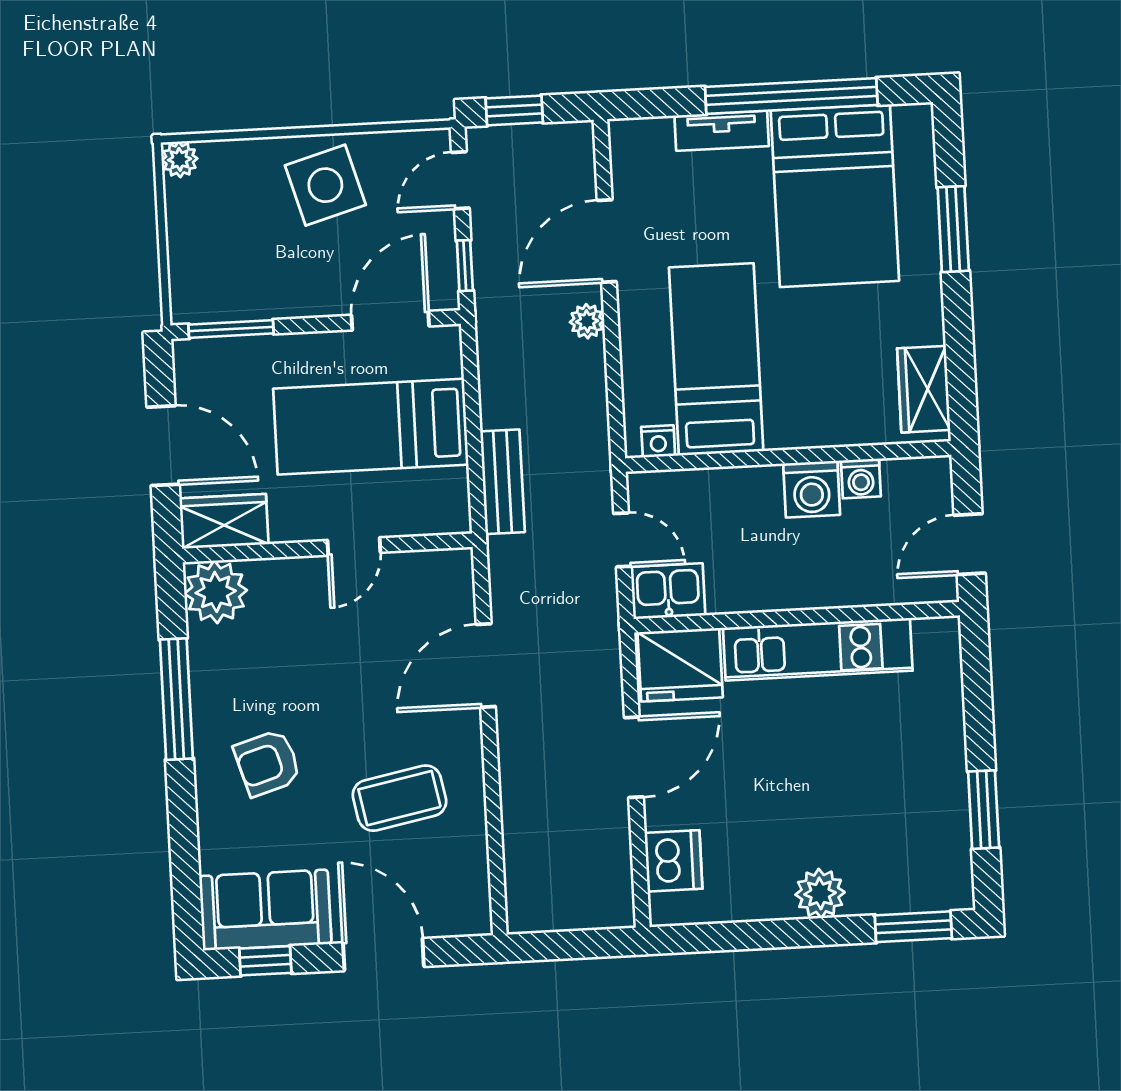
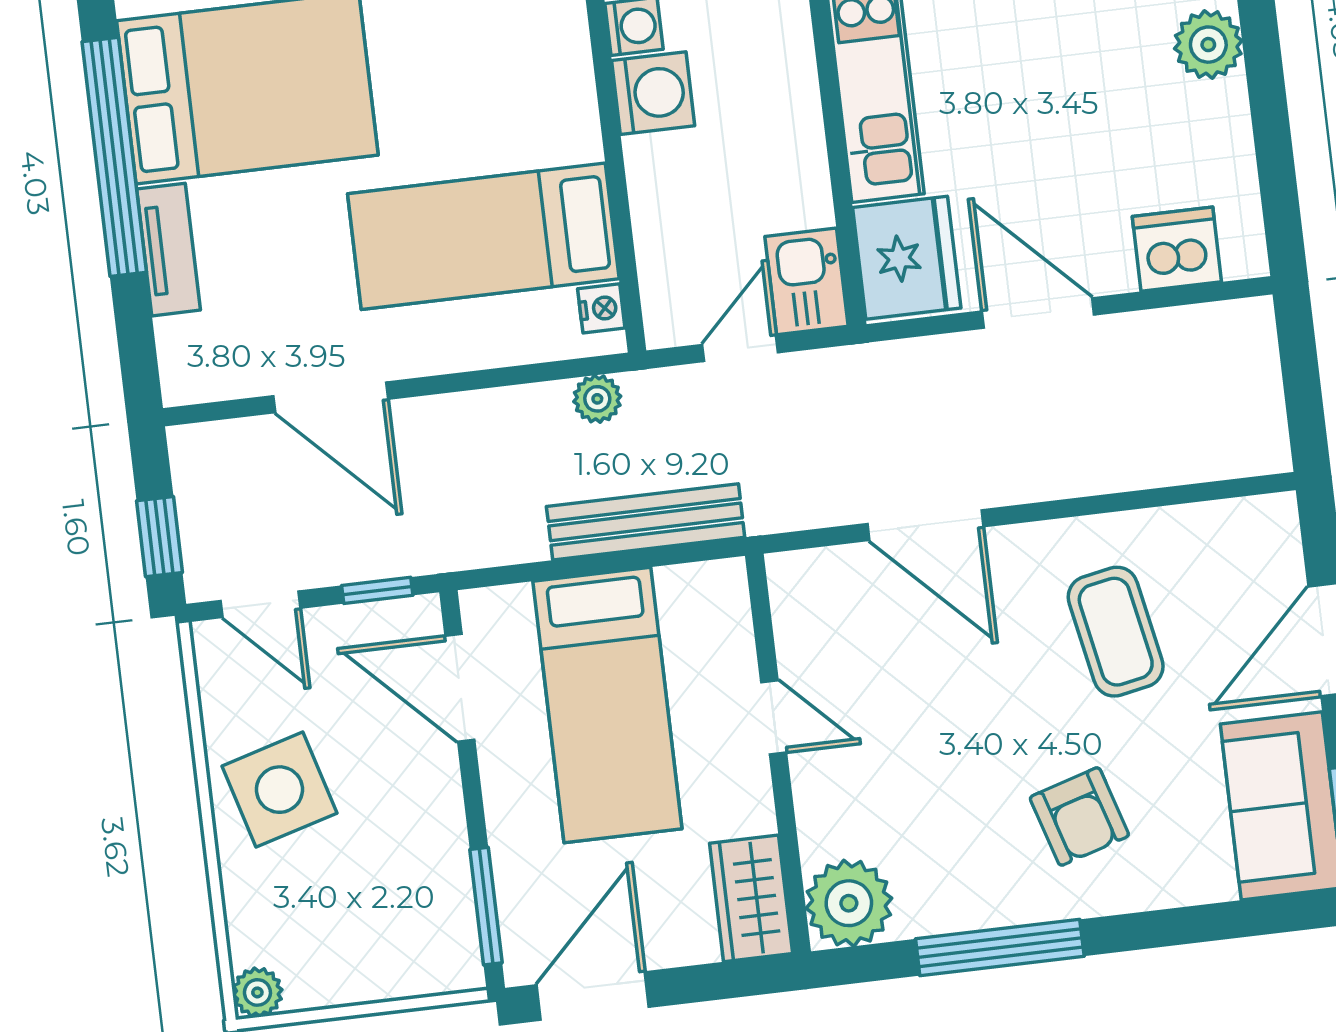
plant: (587, 321) -> (597, 399), moved
door: (163, 446) -> (593, 996), moved
bench: (503, 482) -> (646, 522), width x1.36

